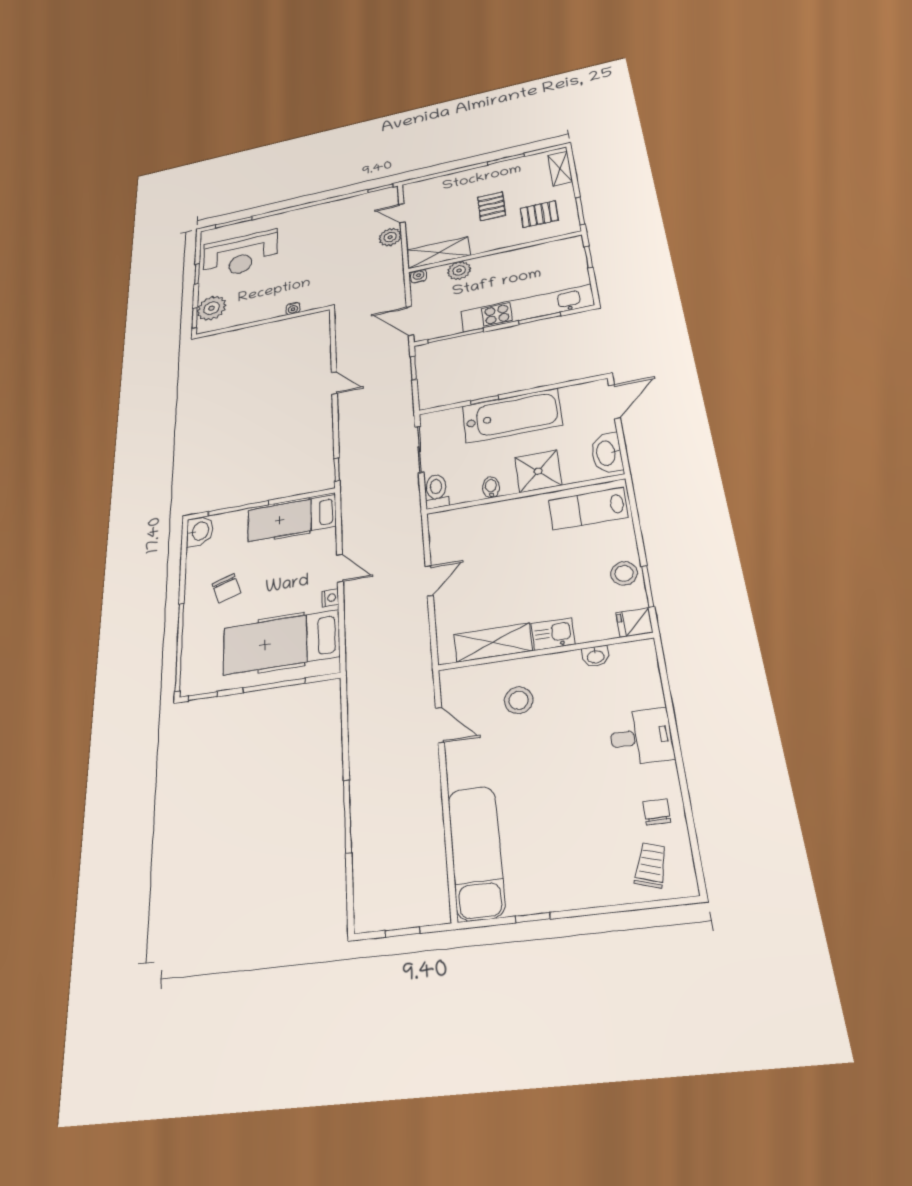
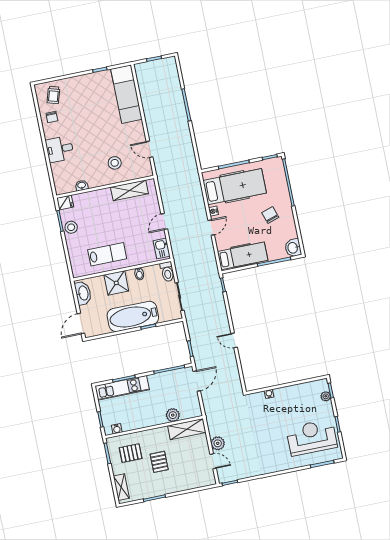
water cooler: (419, 276) -> (117, 429), moved
plant: (212, 308) -> (326, 396), width x0.53, depth x0.53
kitchen unit: (527, 308) -> (122, 388), width x0.73
door: (410, 321) -> (197, 381), hinge flipped
lab bench: (588, 509) -> (107, 254), moved
door: (340, 568) -> (211, 227), swing flipped
kitchen sink: (553, 634) -> (162, 248), moved, turned 90

